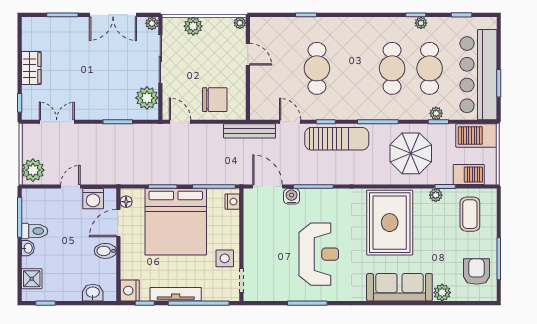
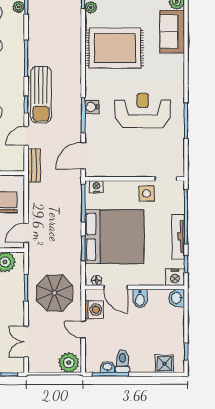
bench: (250, 131) -> (34, 165), width x0.73
sun lounger: (337, 139) -> (41, 95), turned 180
parasol: (411, 153) -> (55, 293), moved
water cooler: (292, 196) -> (92, 107), moved
washbasin: (28, 248) -> (107, 367), moved
sofa: (399, 287) -> (172, 32), width x0.73
washbasin: (93, 293) -> (177, 298), moved

